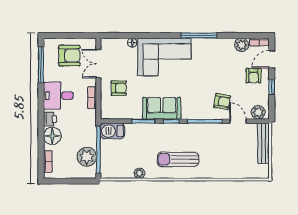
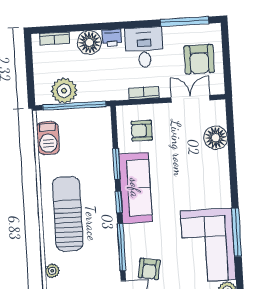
floor lamp: (132, 43) -> (216, 138), width x1.89, depth x1.89
corner sofa: (164, 57) -> (208, 245), moved
armchair: (119, 88) -> (142, 131), moved, turned 90
sofa: (162, 108) -> (135, 188), width x1.36
barbecue: (112, 131) -> (48, 138), moved, turned 180
sun lounger: (178, 159) -> (68, 214), width x1.36, depth x1.34
plant: (139, 173) -> (52, 271), moved

